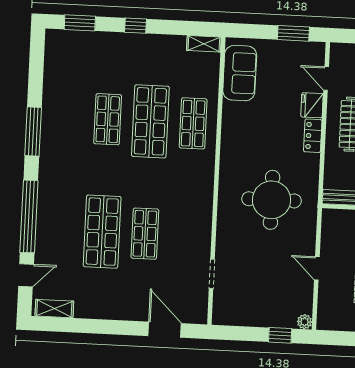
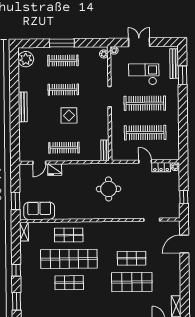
window: (293, 33) -> (15, 201), moved
shop shelf: (150, 121) -> (69, 259), width x1.40
locker: (313, 136) -> (161, 167), moved
round table: (272, 200) -> (109, 189), width x0.73, depth x0.73
door: (317, 268) -> (145, 162), swing flipped
window: (280, 335) -> (184, 197), moved

